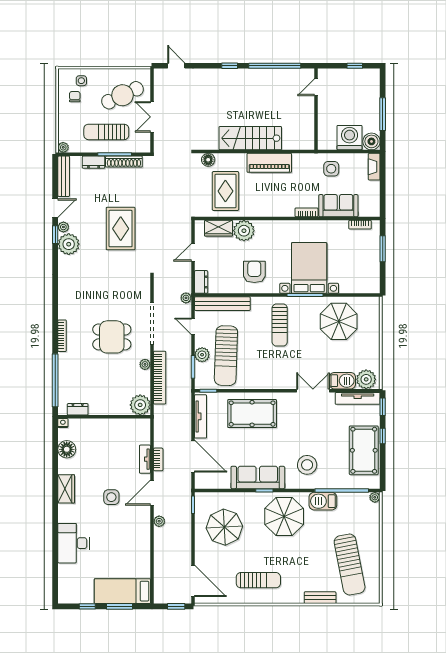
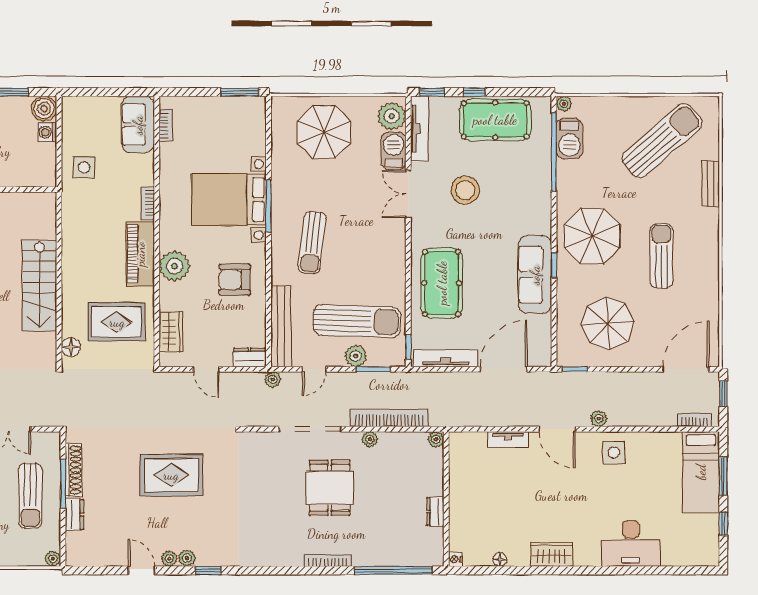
washing machine: (350, 138) -> (47, 132), width x0.53, depth x0.53
piano: (269, 163) -> (140, 254), moved, turned 180
fireplace: (374, 167) -> (81, 105), removed
bench: (64, 176) -> (95, 558), removed
sofa: (338, 206) -> (138, 125), moved
plant: (244, 231) -> (175, 266), moved
window: (55, 235) -> (208, 570), moved
plant: (69, 244) -> (187, 558), width x0.53, depth x0.53
window: (383, 249) -> (240, 92), moved
parasol: (339, 321) -> (324, 132), moved
sun lounger: (280, 325) -> (312, 243), turned 97
plant: (140, 405) -> (436, 439), width x0.53, depth x0.53
dresser: (78, 409) -> (435, 512), moved
floor lamp: (67, 449) -> (500, 560), width x0.53, depth x0.53
bookcase: (158, 459) -> (695, 420), moved
stool: (307, 465) -> (465, 190), moved
side table: (111, 497) -> (614, 453), moved
barbecue: (323, 501) -> (570, 139), moved
sun lounger: (350, 564) -> (662, 141), turned -30
sun lounger: (258, 580) -> (661, 256), moved

